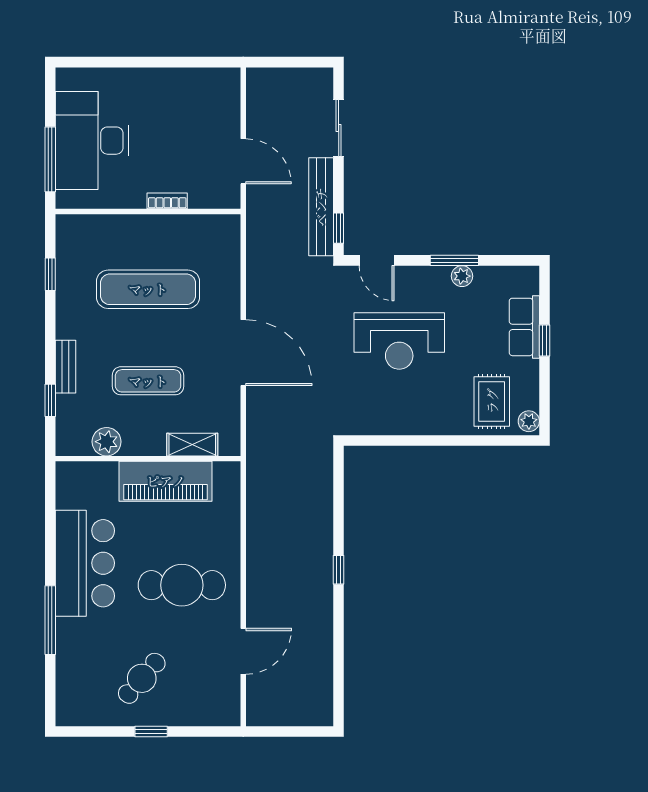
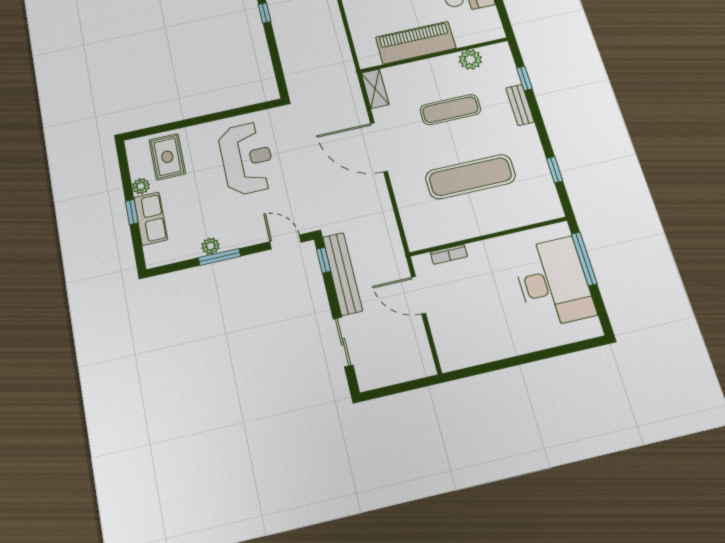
bookcase: (167, 201) -> (449, 254), moved
reception desk: (399, 341) -> (247, 158), moved, turned 90
plant: (529, 421) -> (141, 186), moved
shelving: (192, 445) -> (375, 89), moved, turned 90

